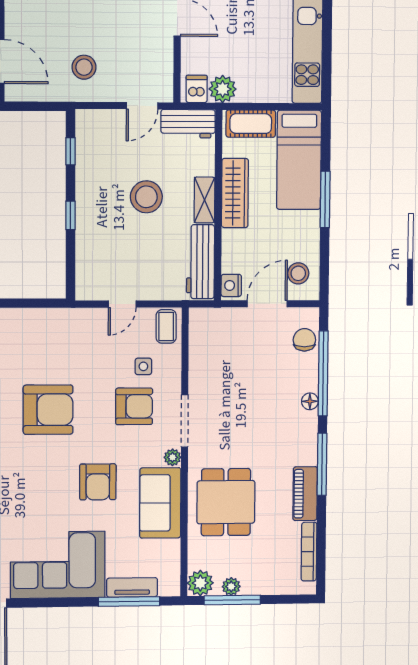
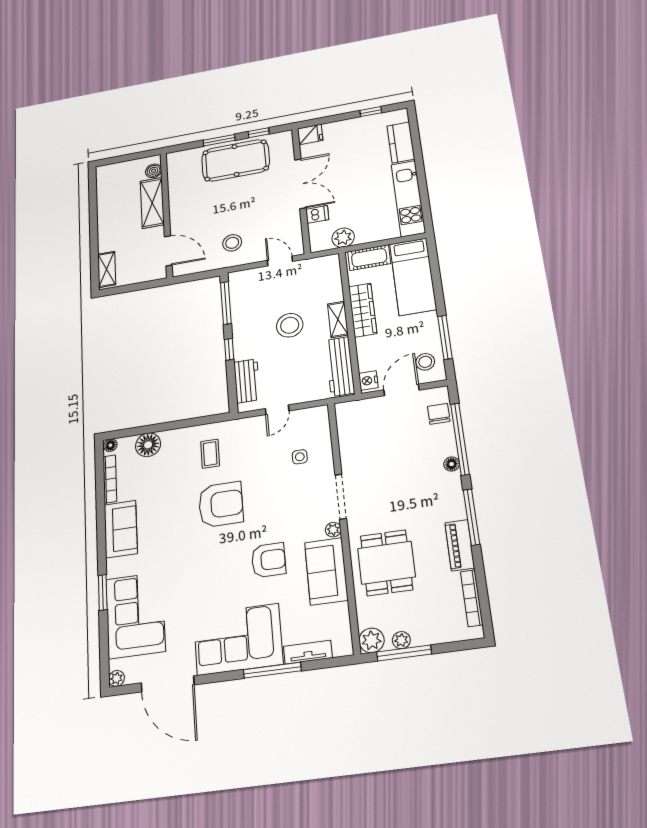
dishwasher: (197, 89) -> (317, 214), moved, turned 90
door: (142, 106) -> (280, 261), swing flipped
workbench: (188, 124) -> (247, 381), moved, turned -90
window: (70, 151) -> (226, 303), width x2.17
window: (325, 199) -> (445, 337), moved
coffee table: (166, 326) -> (210, 454), moved
armchair: (134, 406) -> (295, 491), removed
armchair: (98, 482) -> (269, 560), turned -90
window: (129, 601) -> (272, 670), moved

